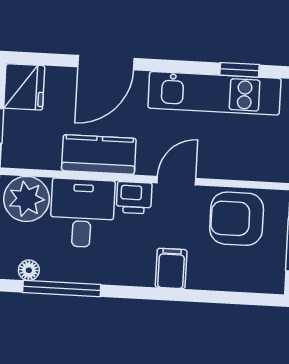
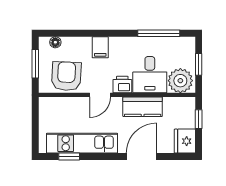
armchair: (237, 219) -> (66, 76), turned -87
floor lamp: (29, 270) -> (55, 42), moved

